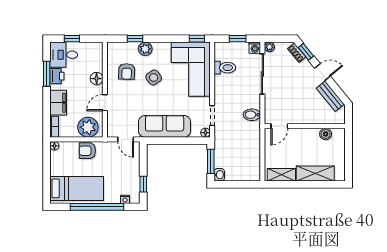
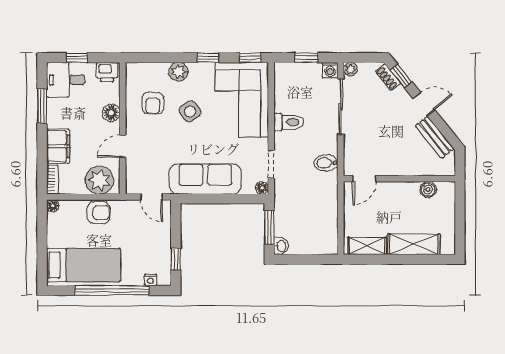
window: (135, 39) -> (208, 58), moved
toilet: (225, 68) -> (289, 122), moved
printer: (57, 76) -> (107, 72), moved, turned 90
armchair: (87, 151) -> (98, 213), turned 180

